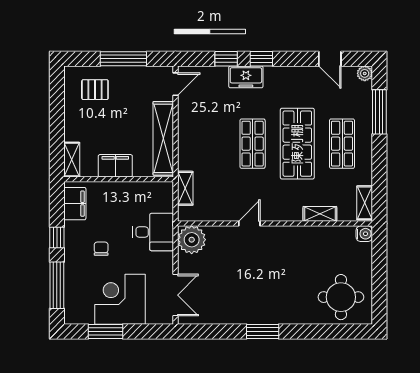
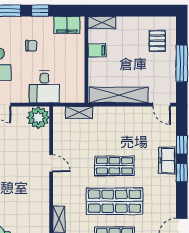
filing cabinet: (115, 166) -> (97, 50), width x0.50

